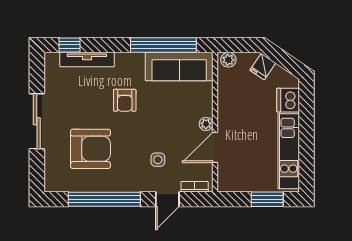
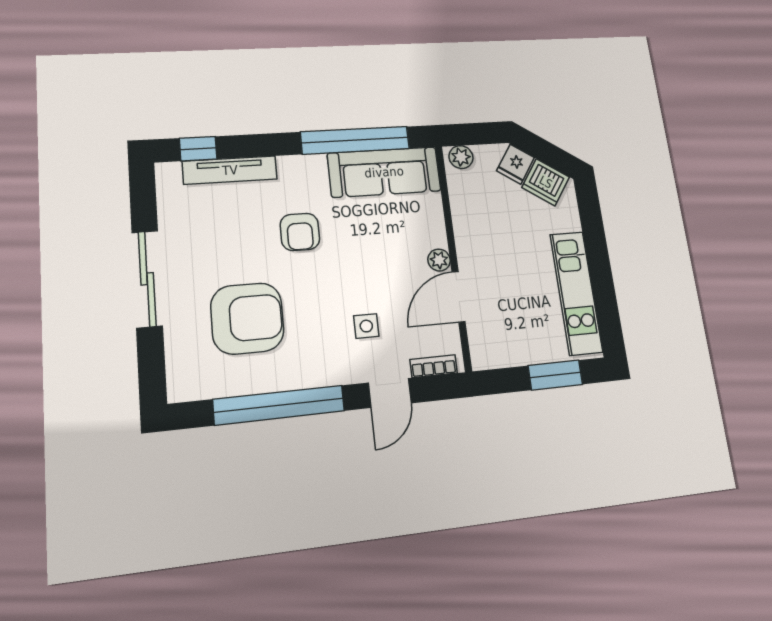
dishwasher: (288, 100) -> (546, 182), moved, turned -56

